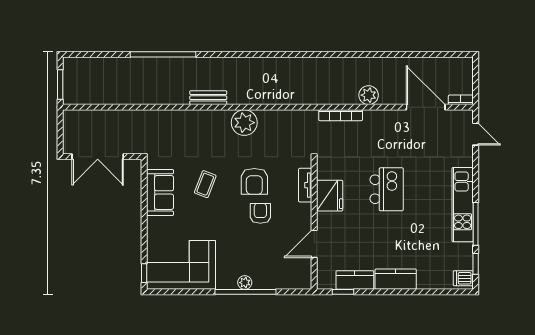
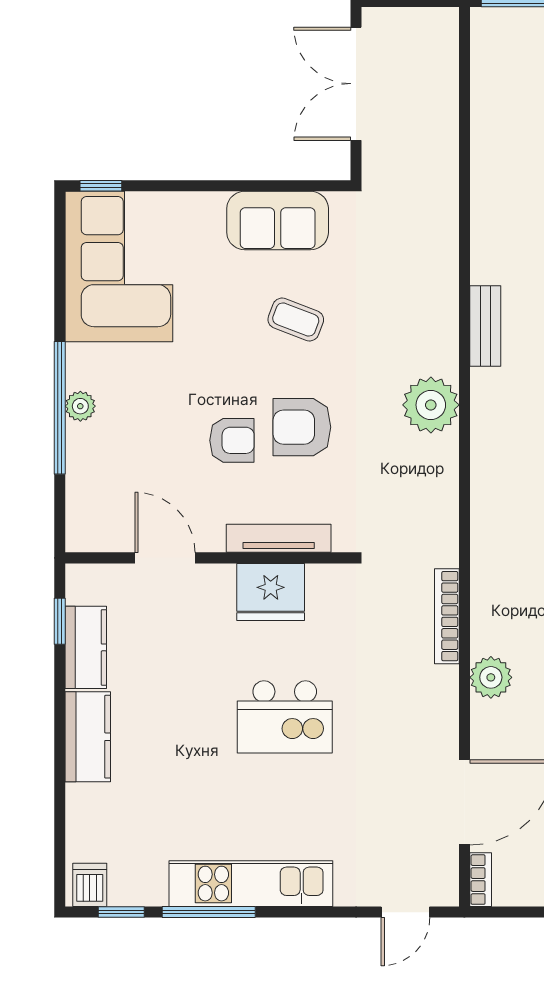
tv unit: (305, 185) -> (279, 538), width x1.41

